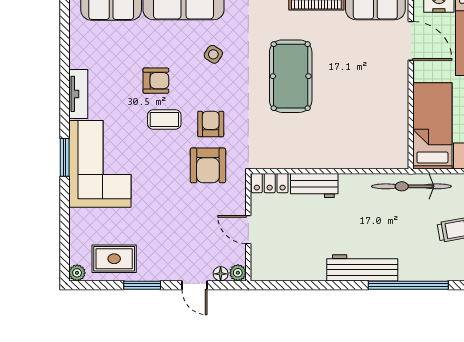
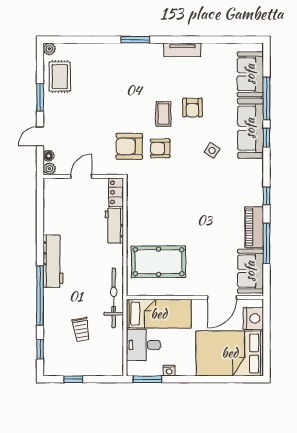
pool table: (291, 76) -> (159, 262), moved
armchair: (211, 124) -> (160, 148), turned 180
corner sofa: (100, 164) -> (130, 66), removed

